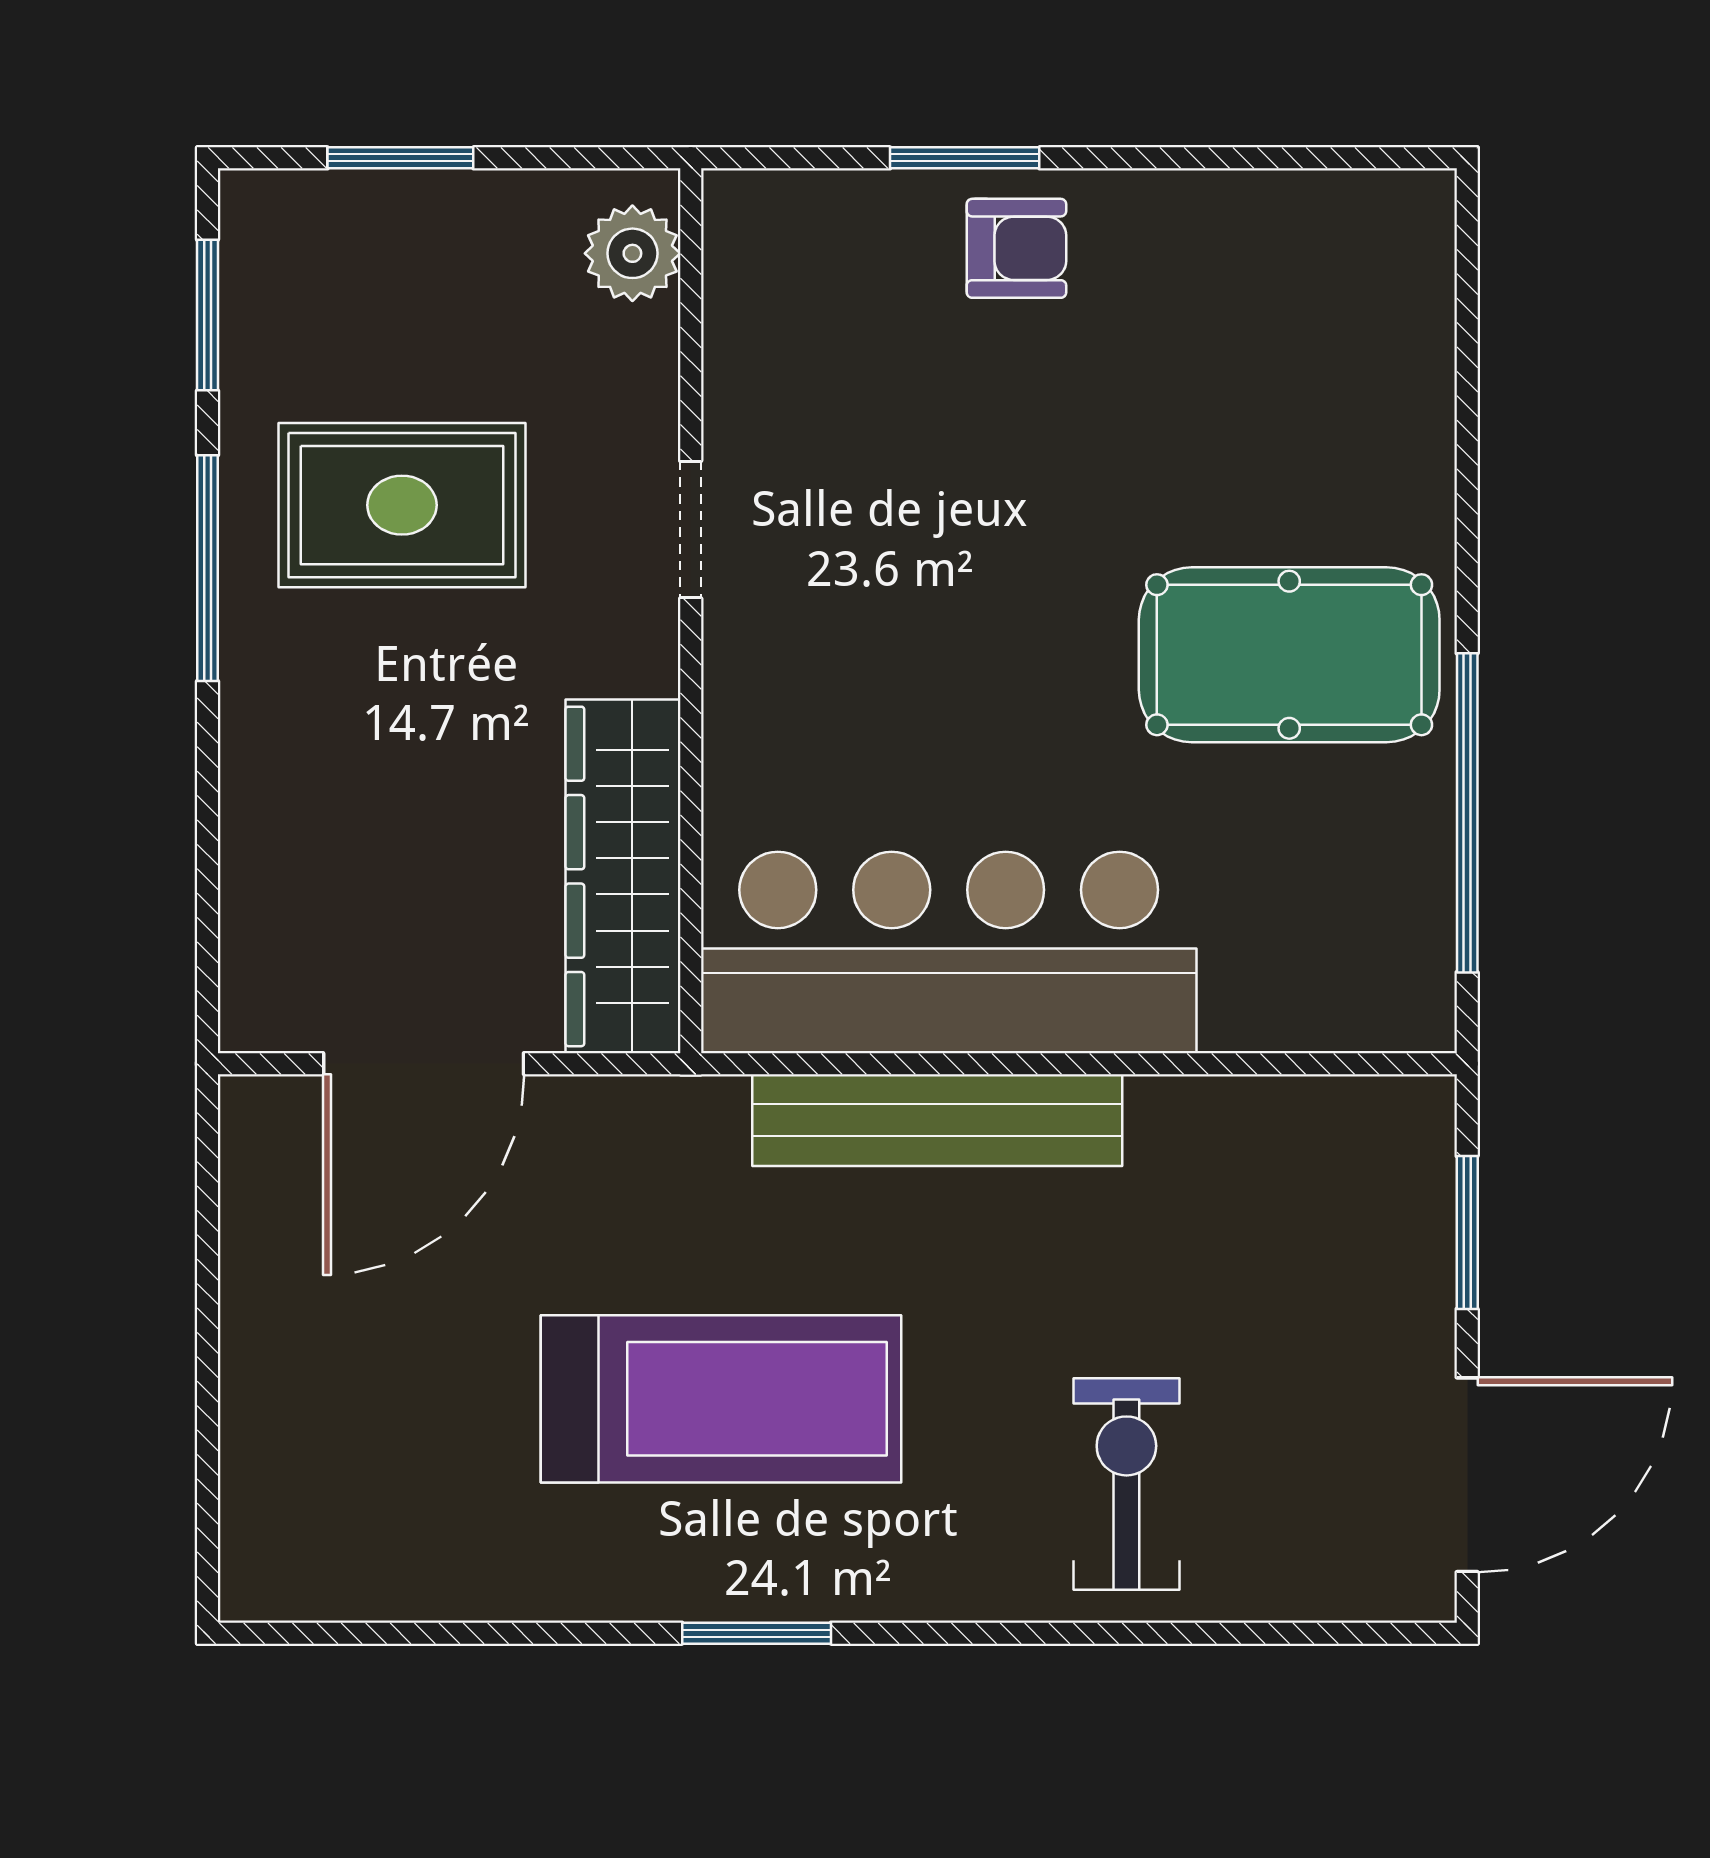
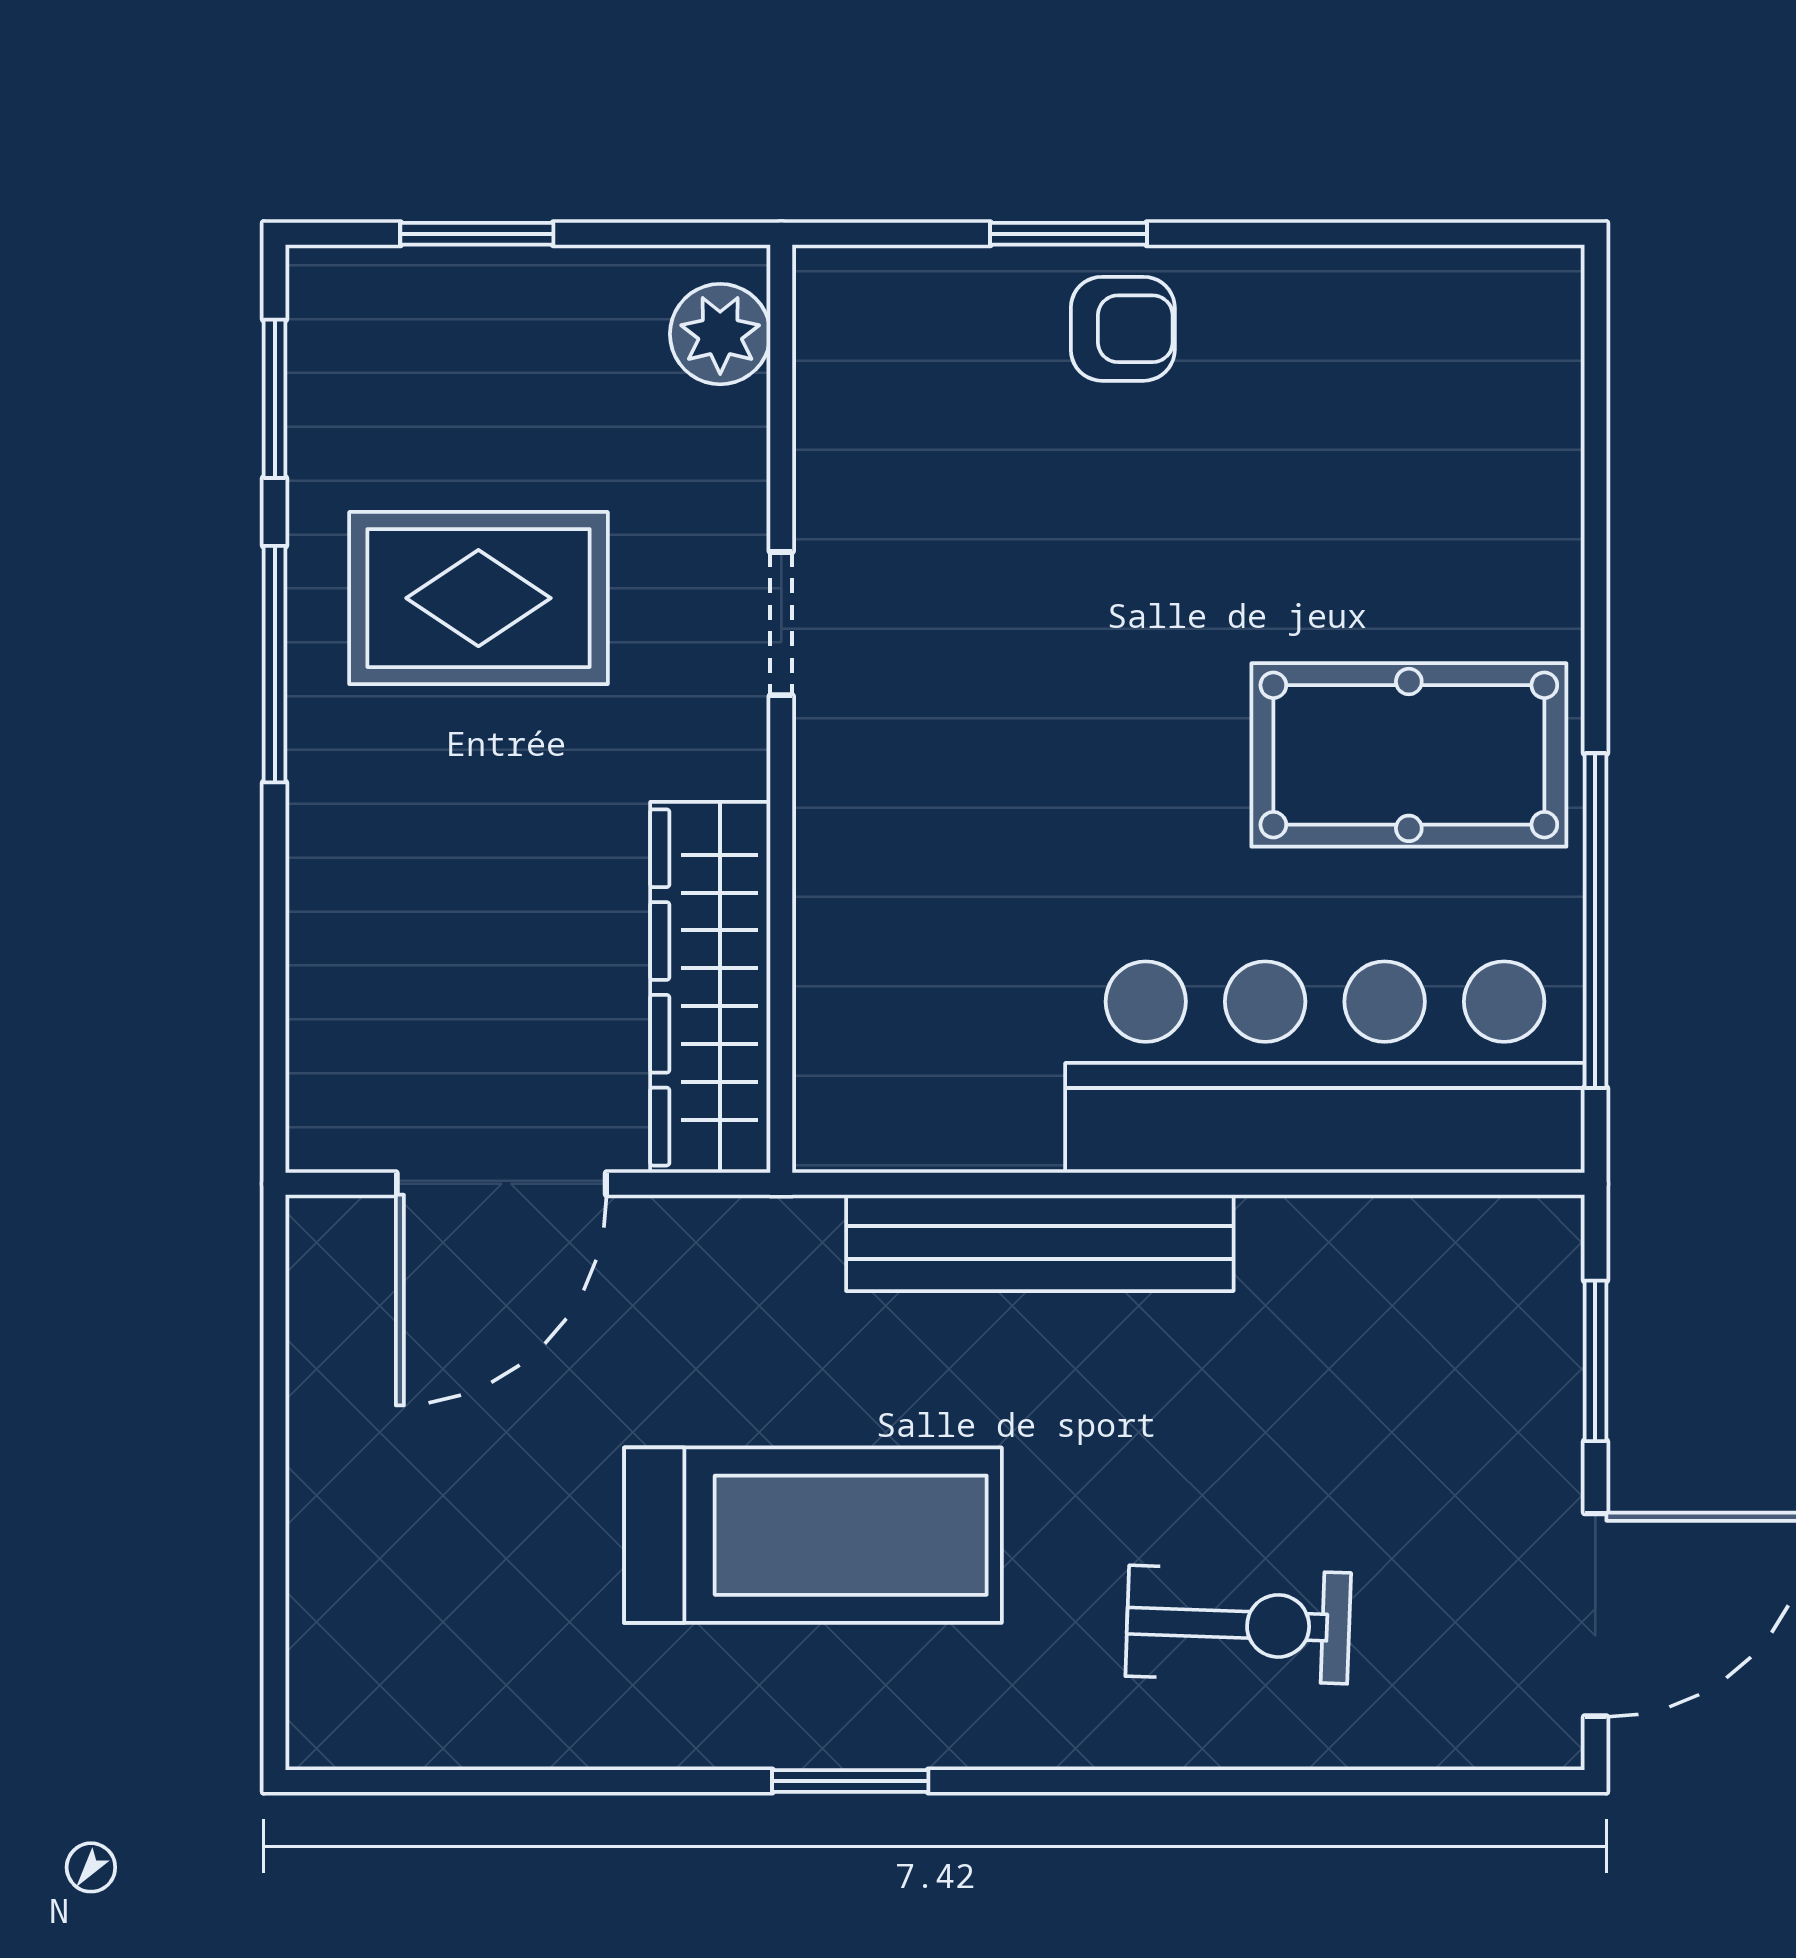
bar counter: (949, 952) -> (1325, 1067), moved
exercise bike: (1126, 1484) -> (1238, 1625), turned 92

